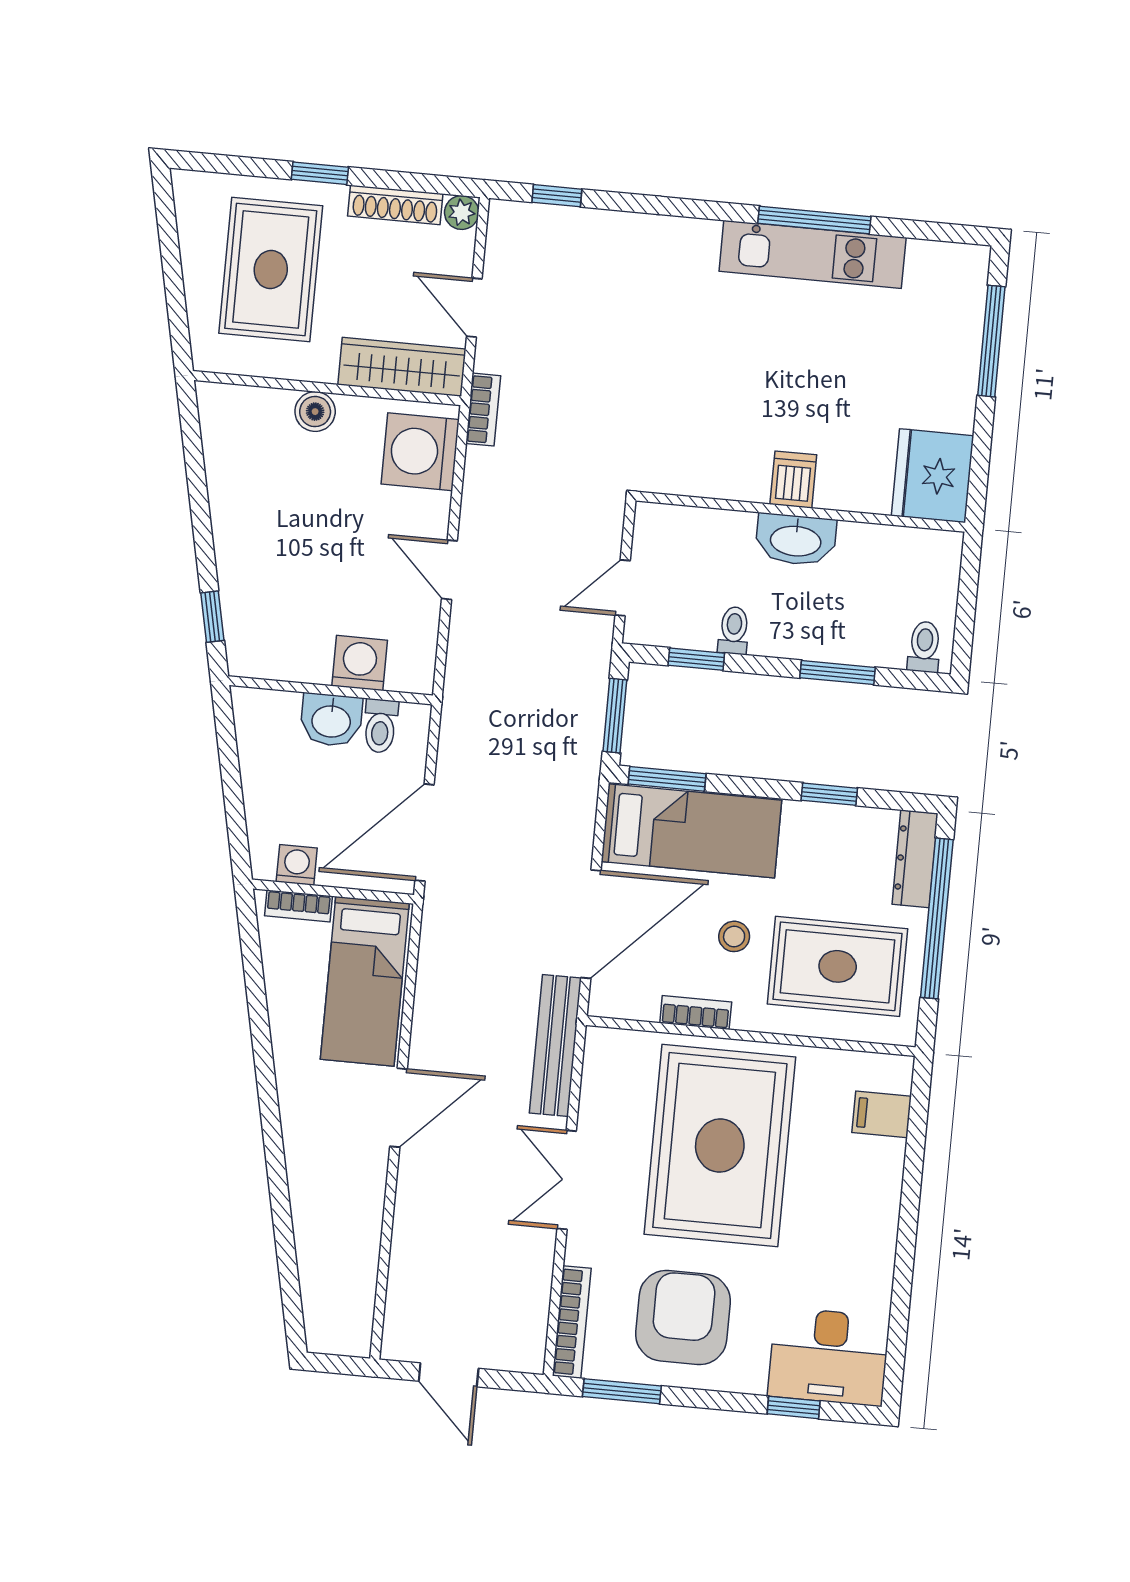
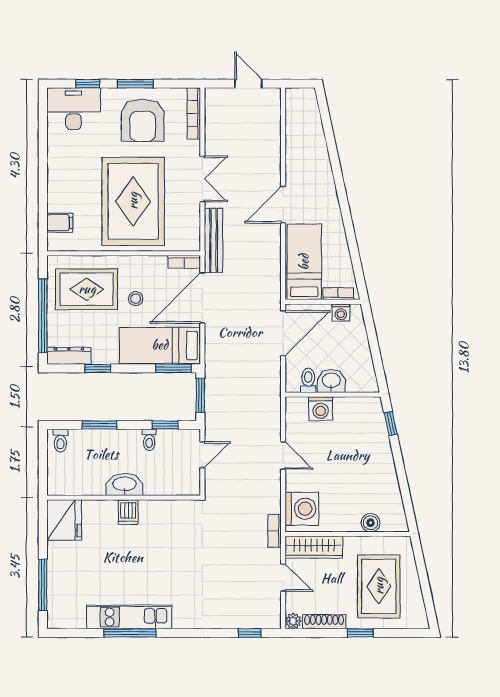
boiler: (315, 412) -> (371, 523), moved
dresser: (915, 859) -> (69, 356), moved, turned -90
bookcase: (696, 1013) -> (184, 262), moved
window: (622, 1391) -> (135, 84), moved

